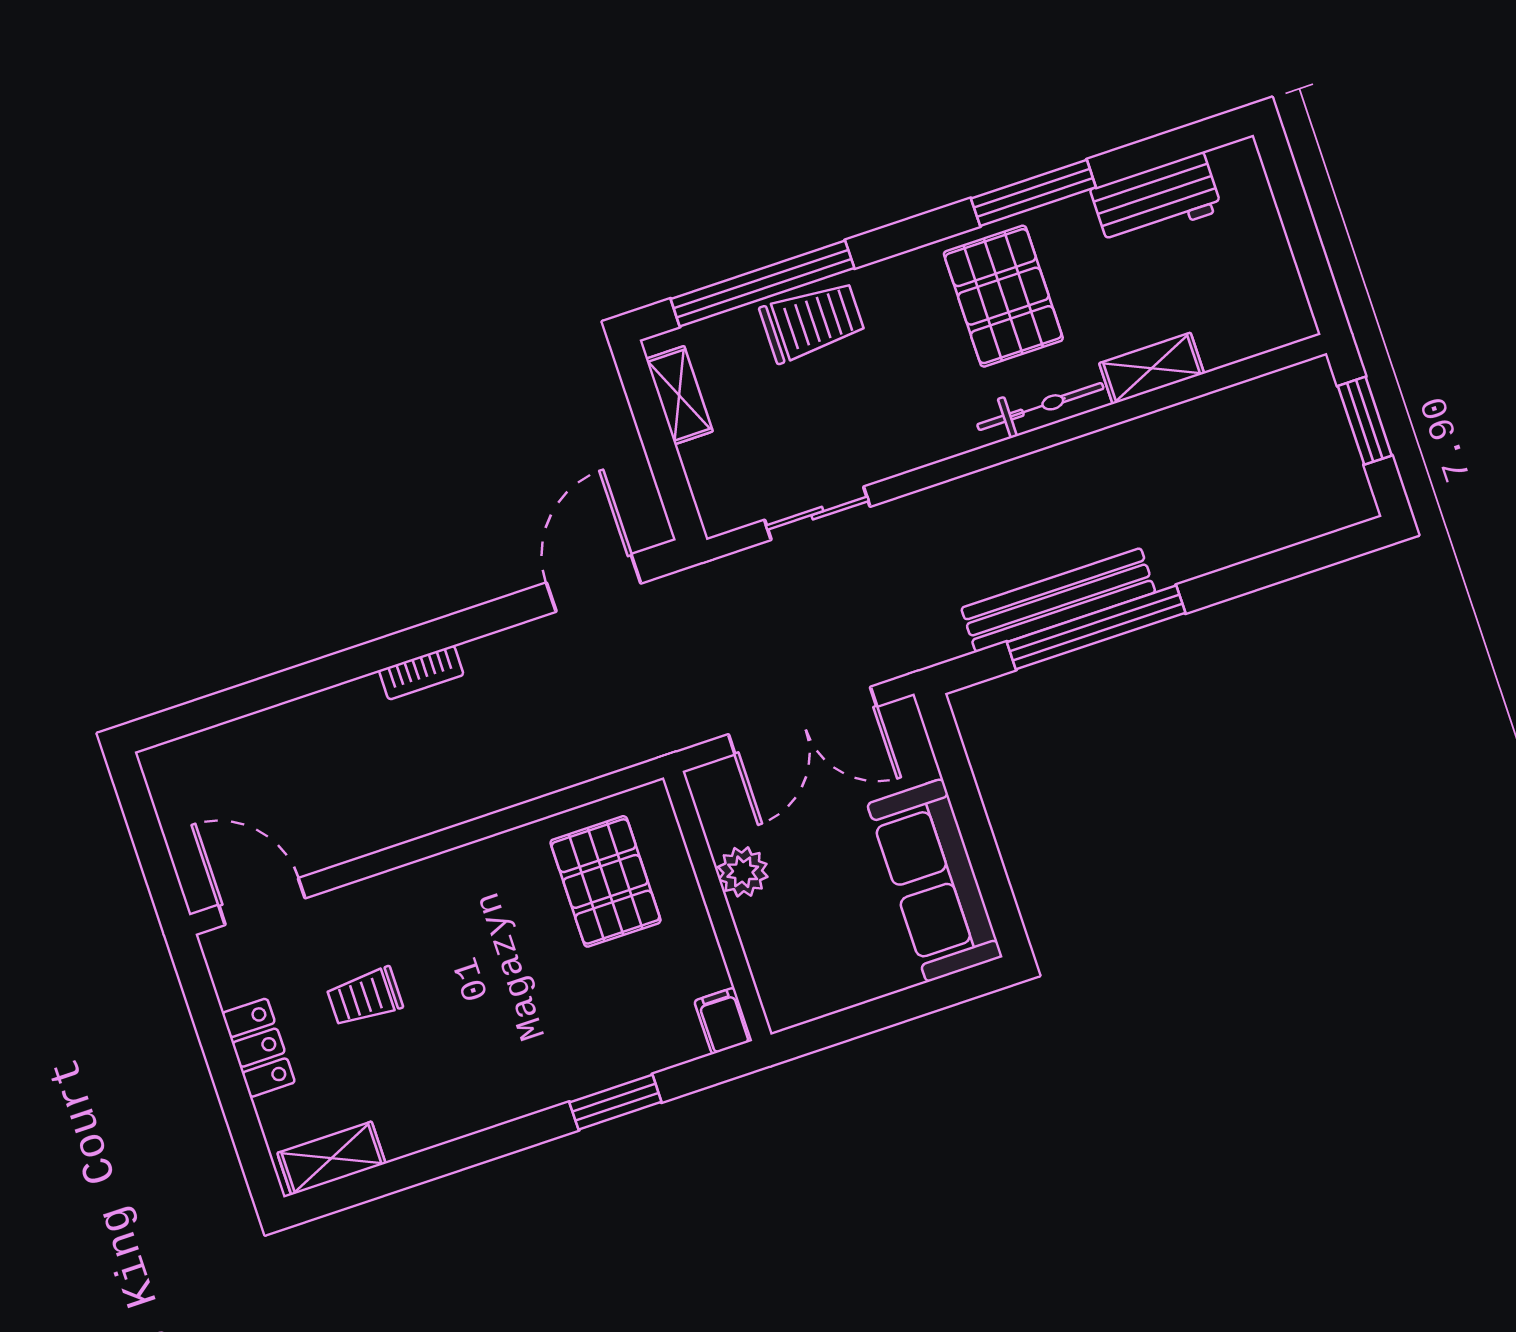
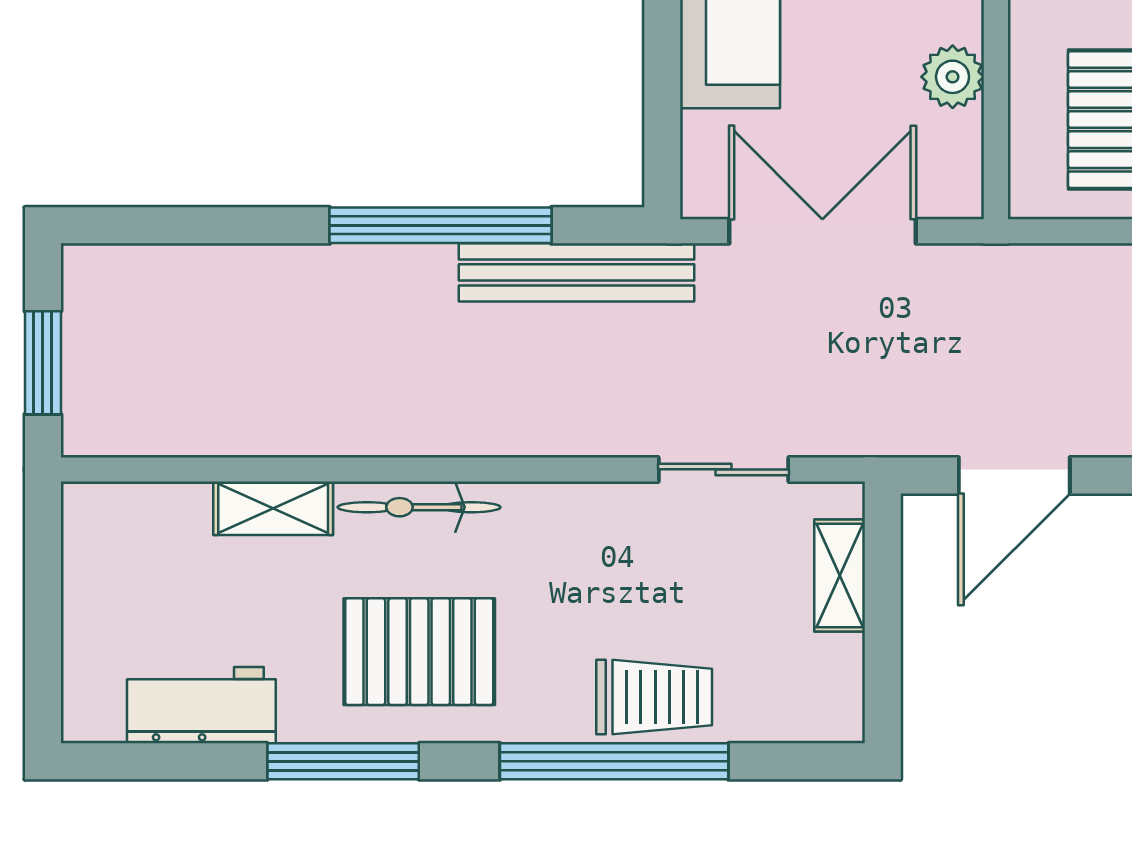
window: (762, 284) -> (614, 761), moved
pallet: (1003, 296) -> (419, 652), turned 90
trolley: (812, 322) -> (654, 697), turned 180
shelving: (679, 395) -> (840, 576), moved
bench: (1058, 600) -> (577, 272), moved

